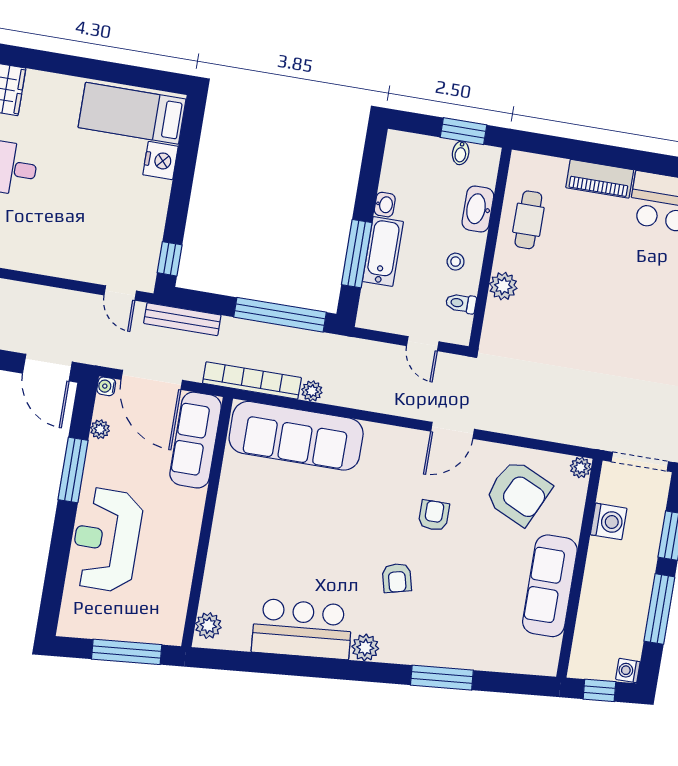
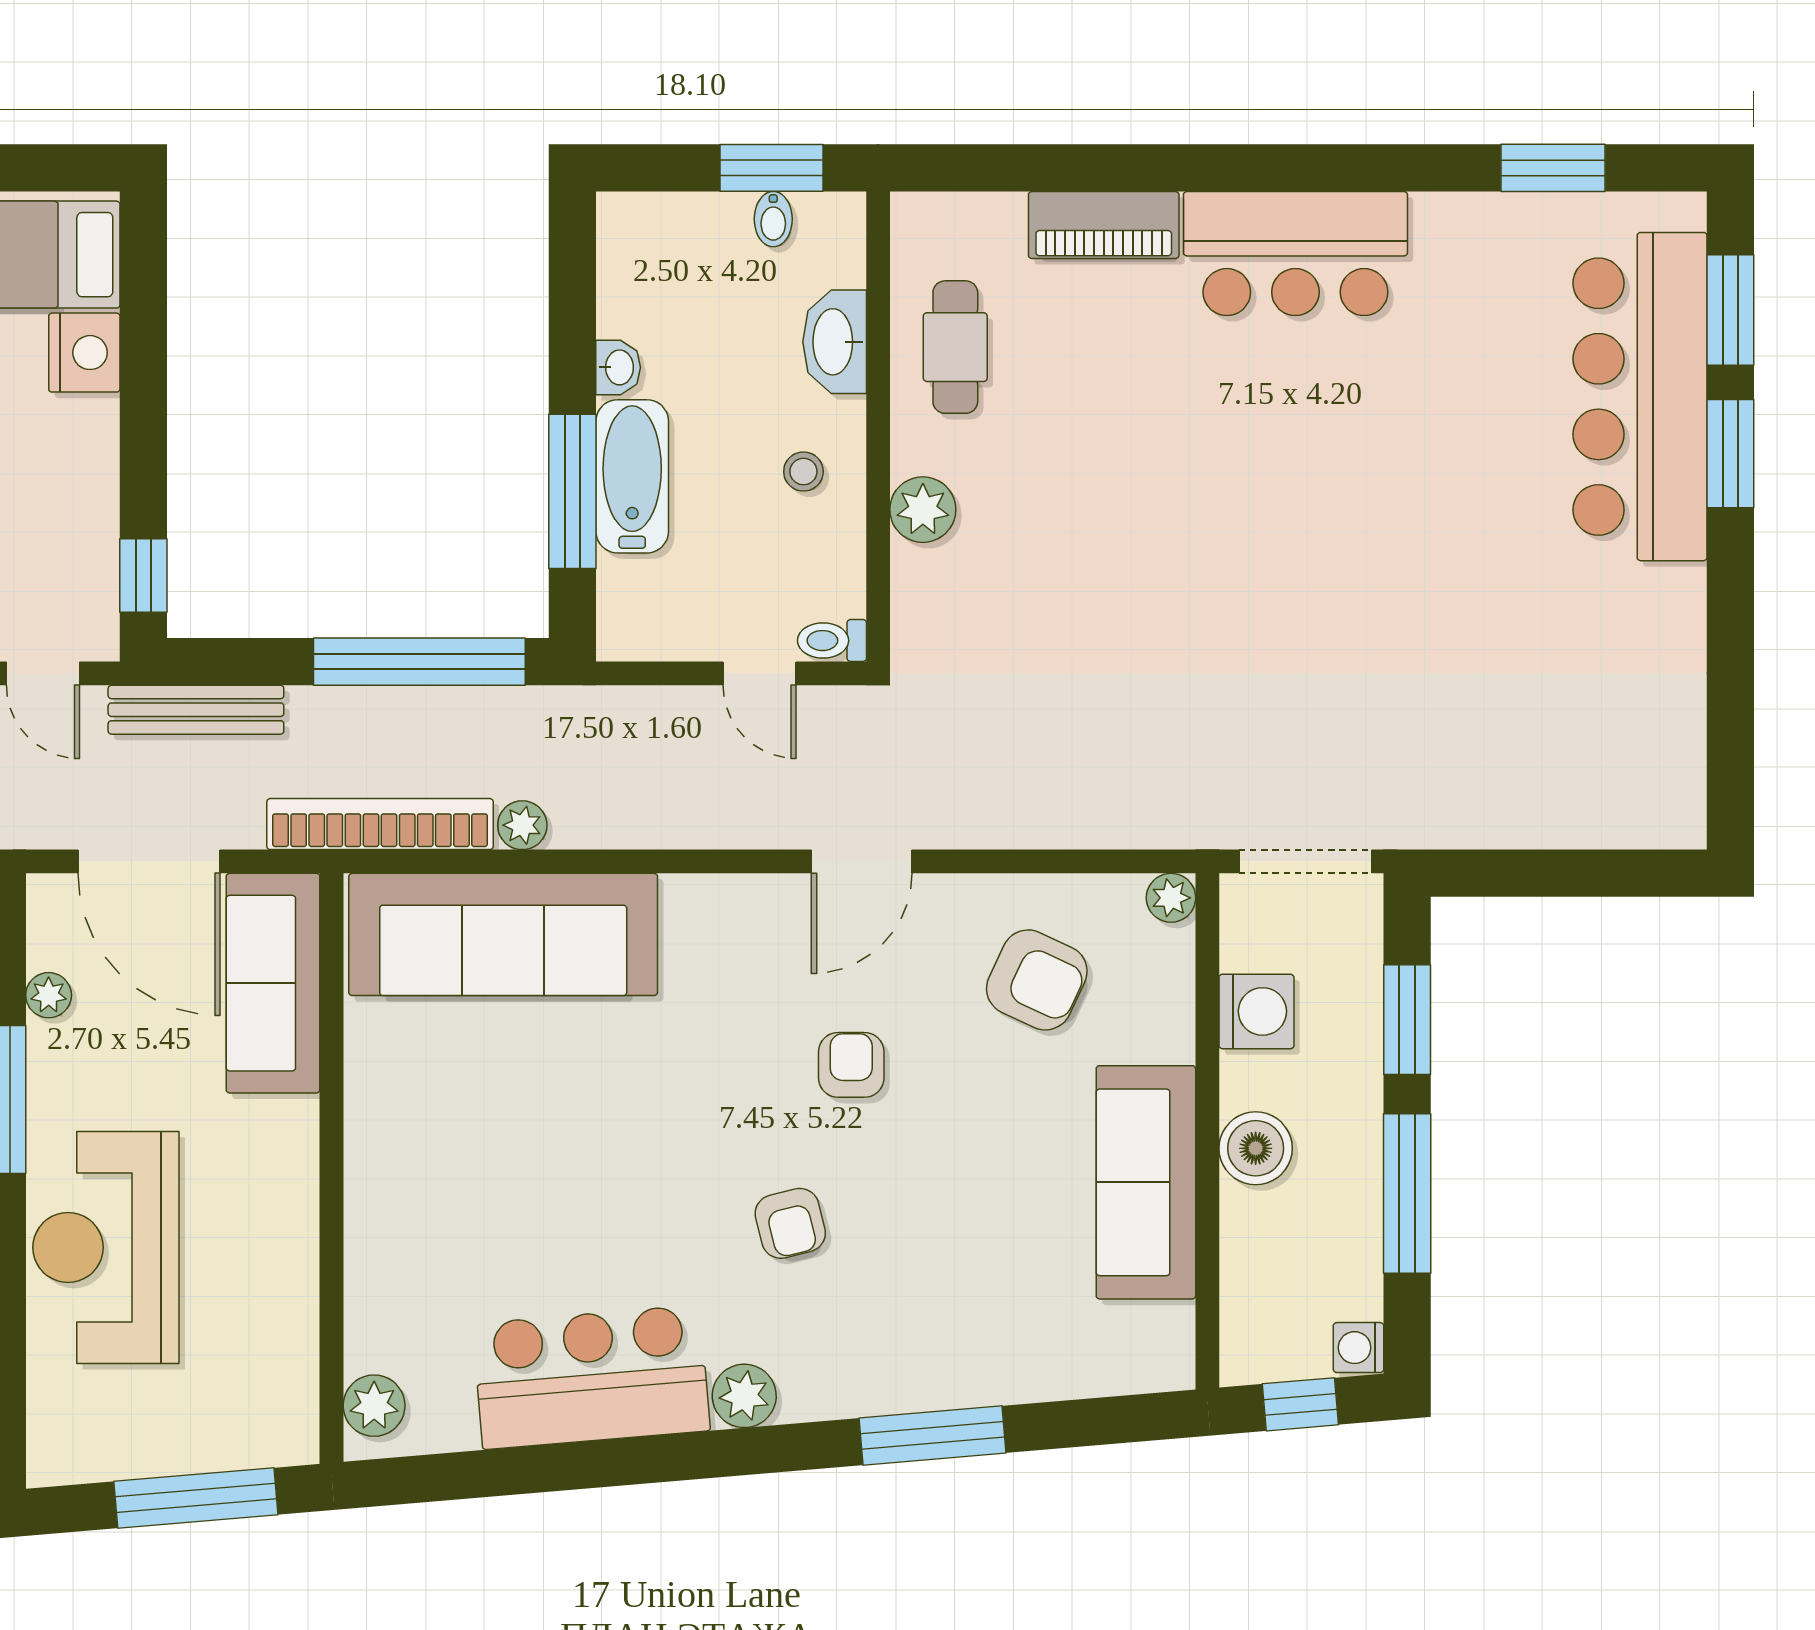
toilet: (461, 303) -> (832, 641), moved
water cooler: (106, 386) -> (46, 894), removed
armchair: (518, 493) -> (1037, 980), width x0.73, depth x0.73
boiler: (599, 579) -> (1256, 1148), added

